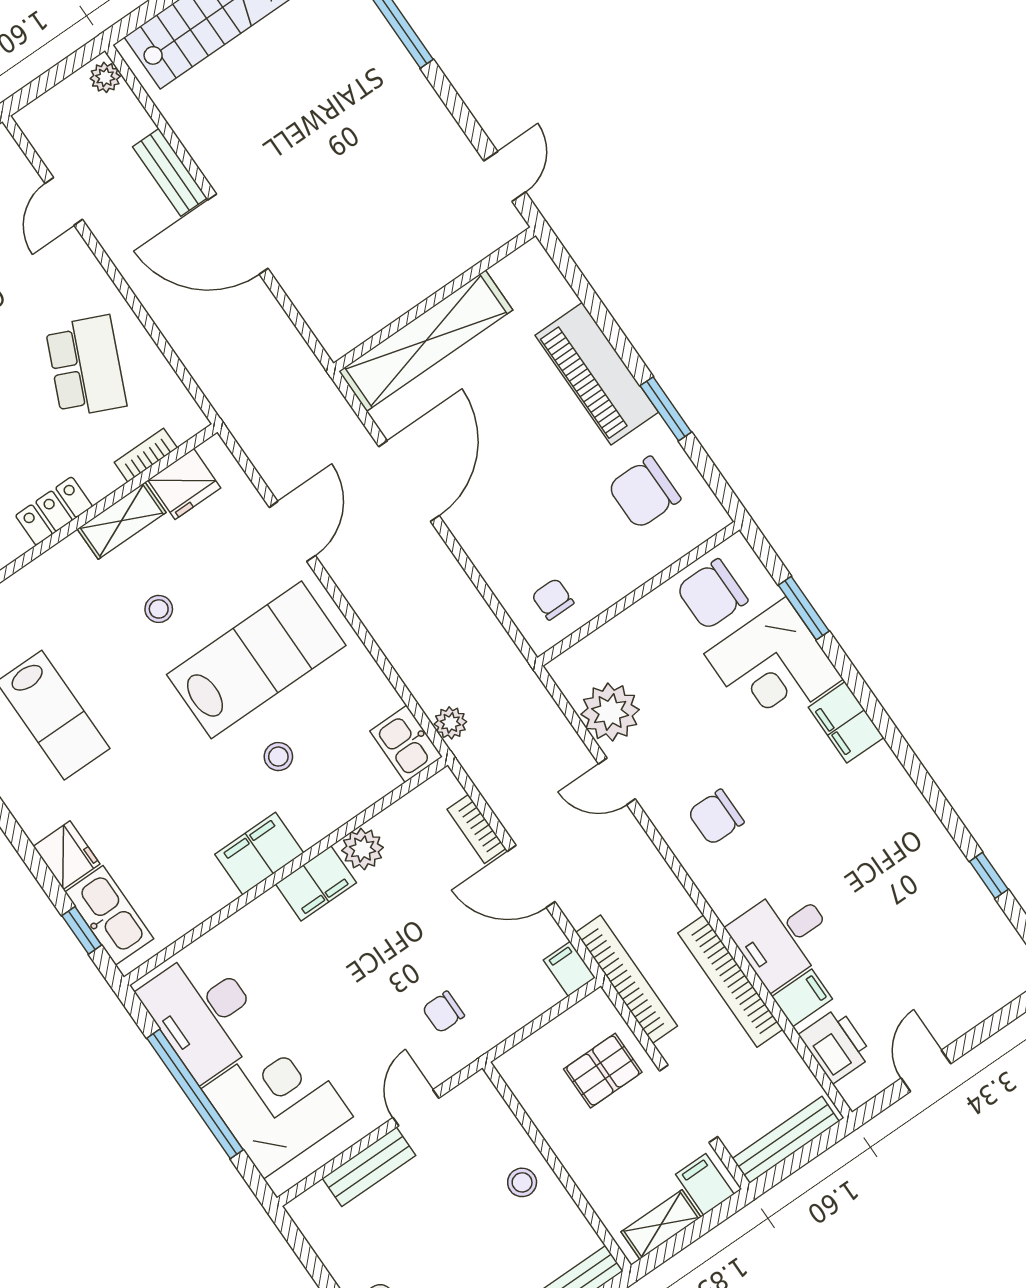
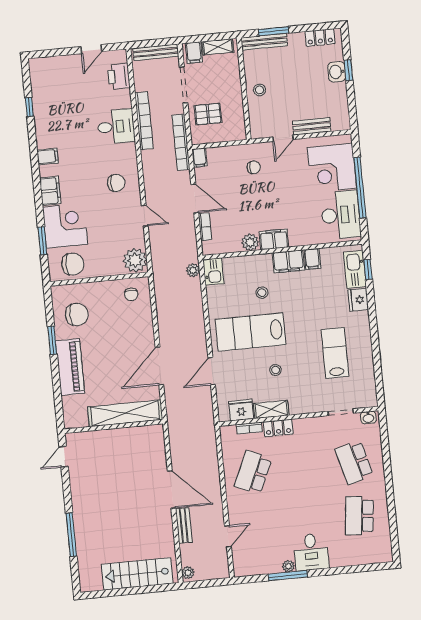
locker: (54, 511) -> (278, 428), moved
plant: (610, 712) -> (135, 260), moved
filing cabinet: (211, 887) -> (312, 259), added
filing cabinet: (802, 998) -> (48, 157), moved, turned 180

